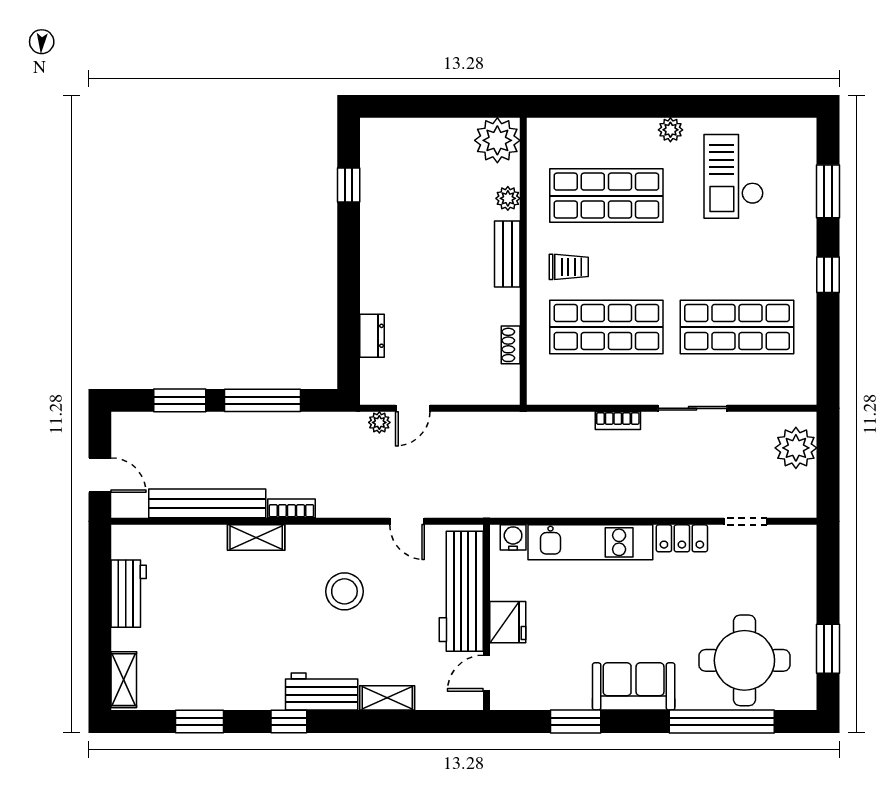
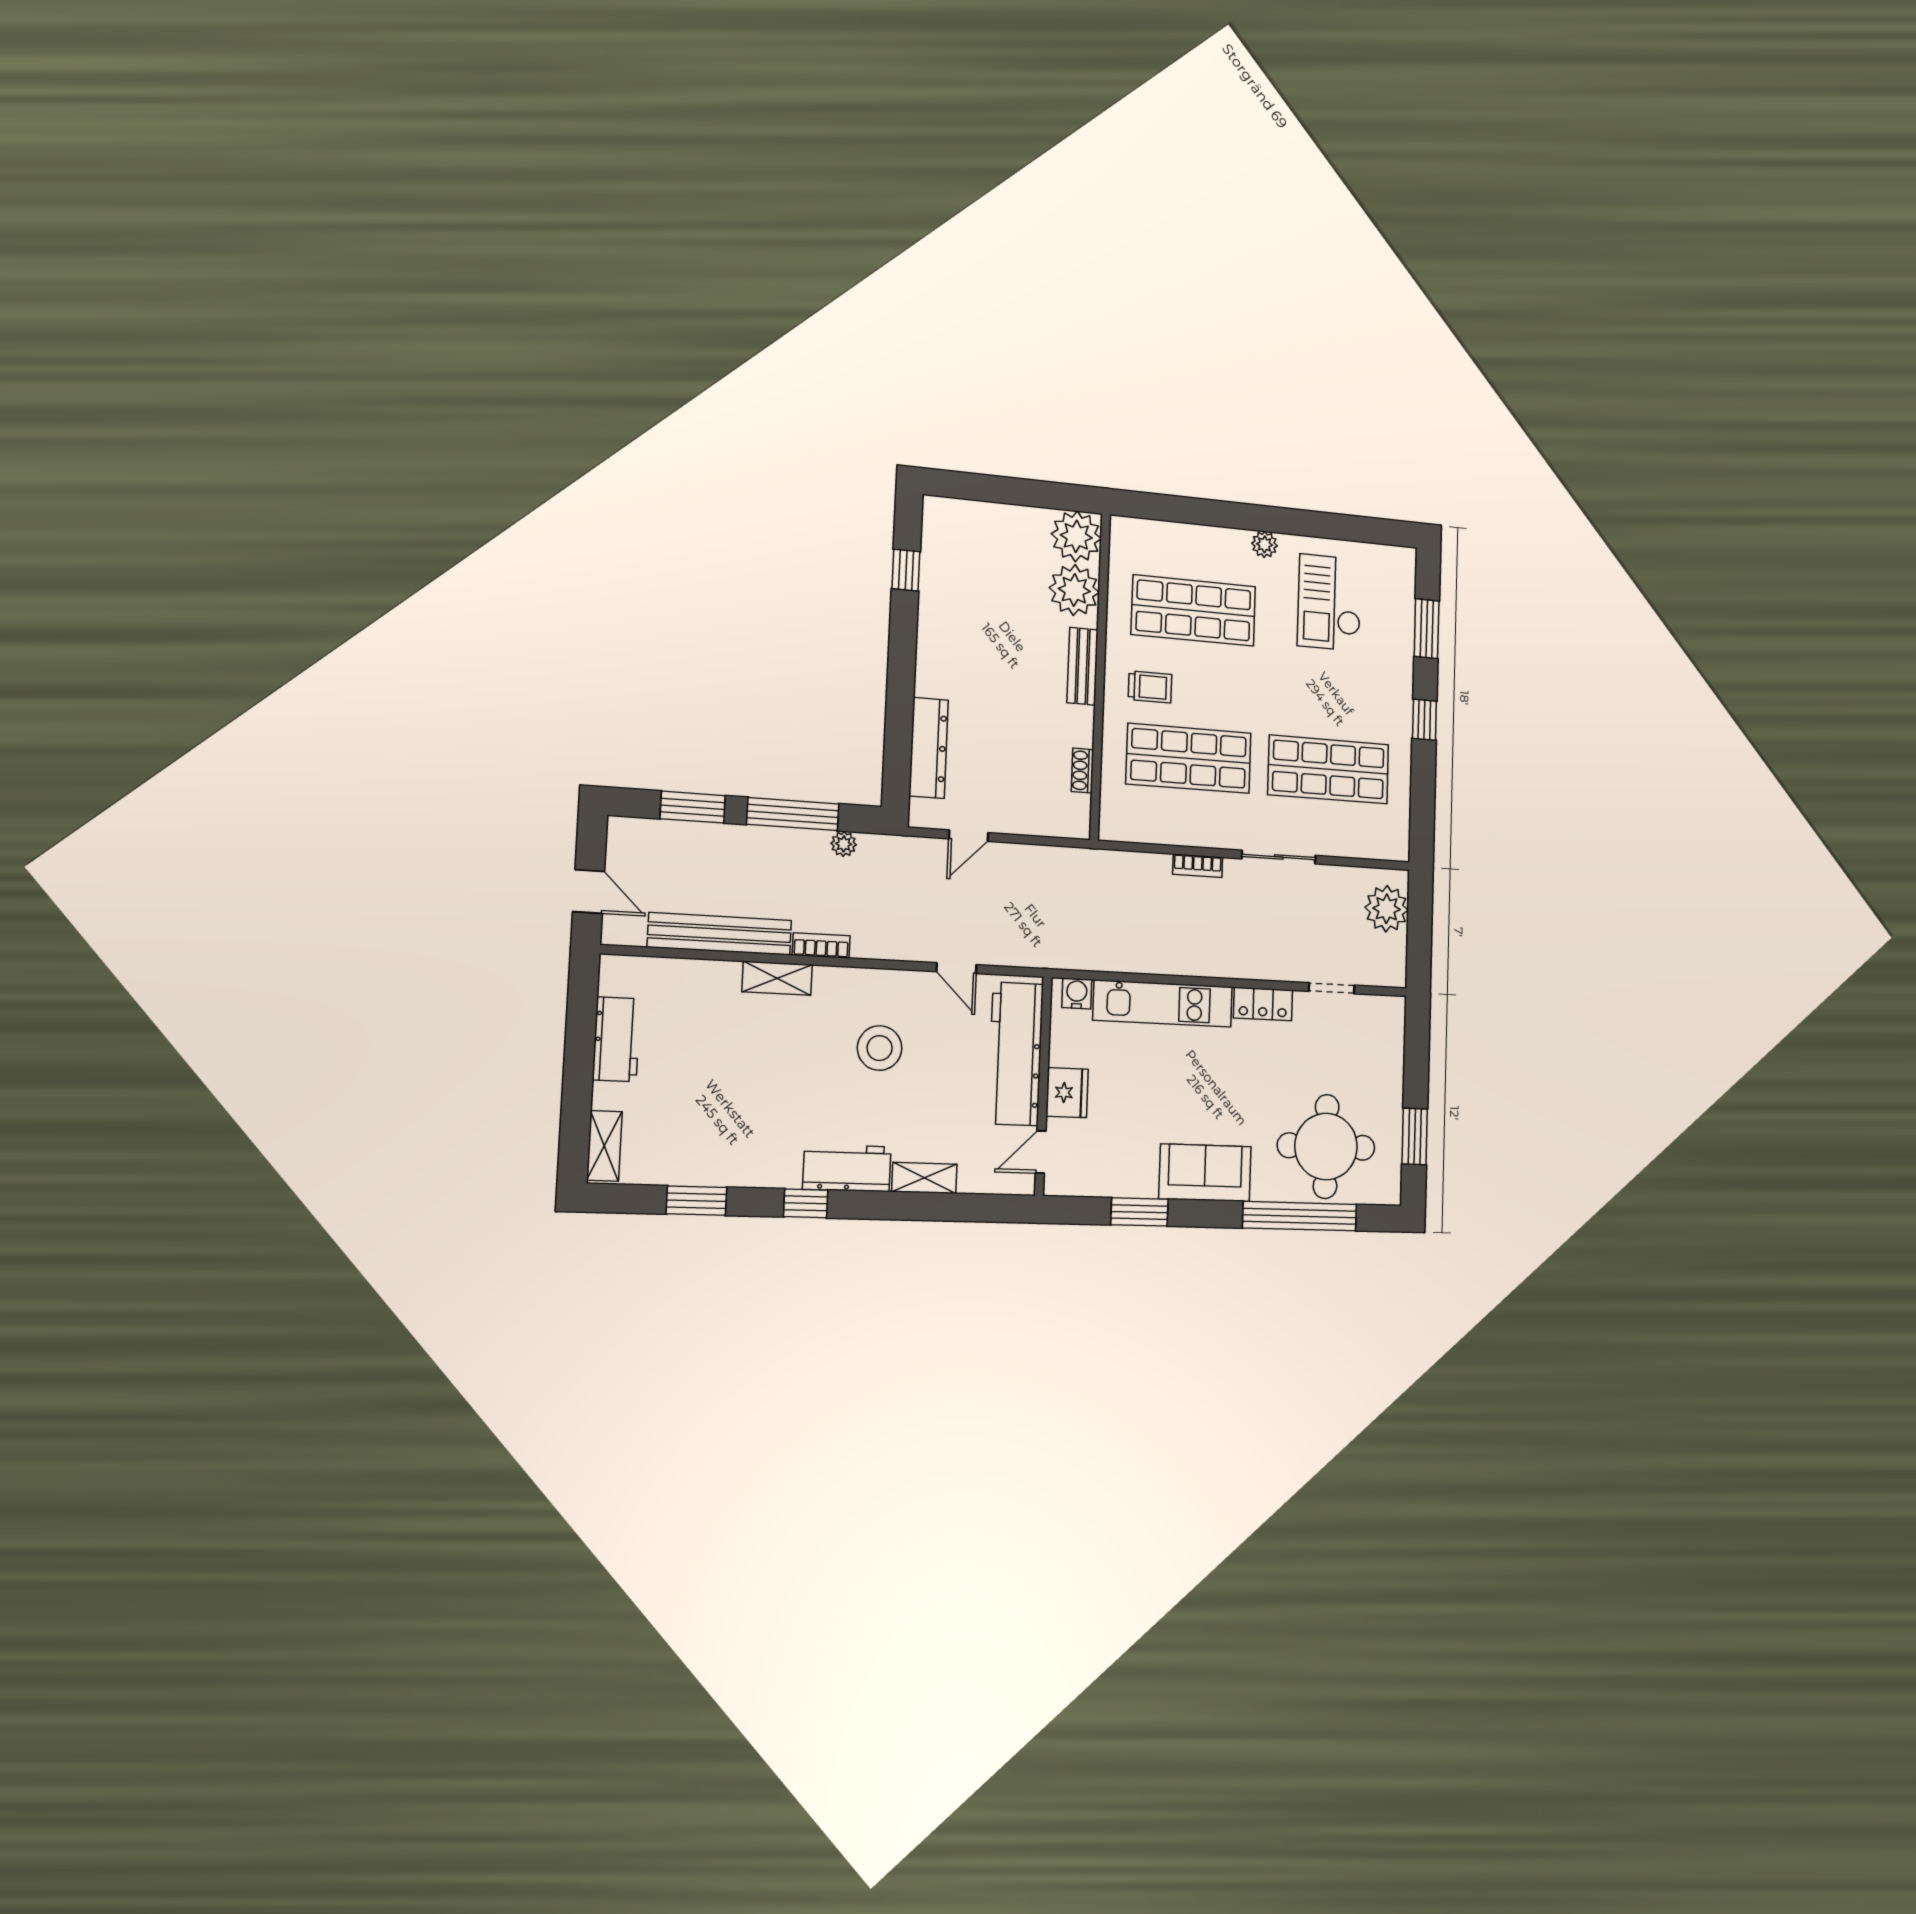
plant: (508, 198) -> (1074, 590), width x1.88, depth x1.88
dresser: (372, 336) -> (929, 748), width x1.96, depth x1.24
plant: (379, 422) -> (844, 844), moved

